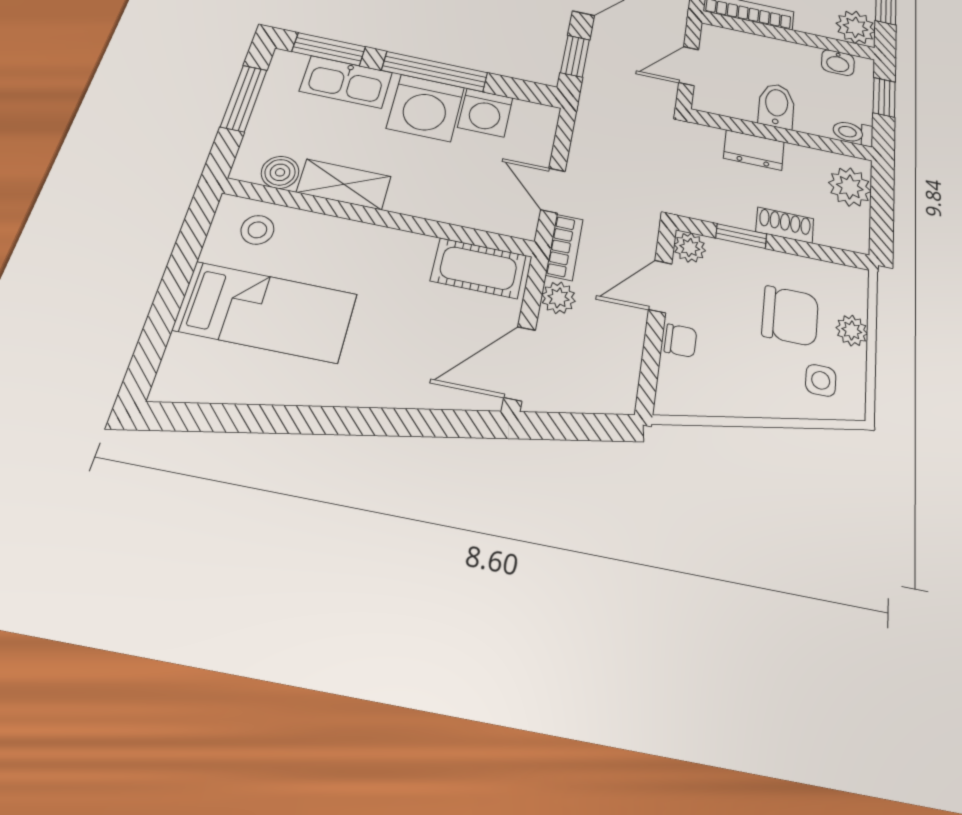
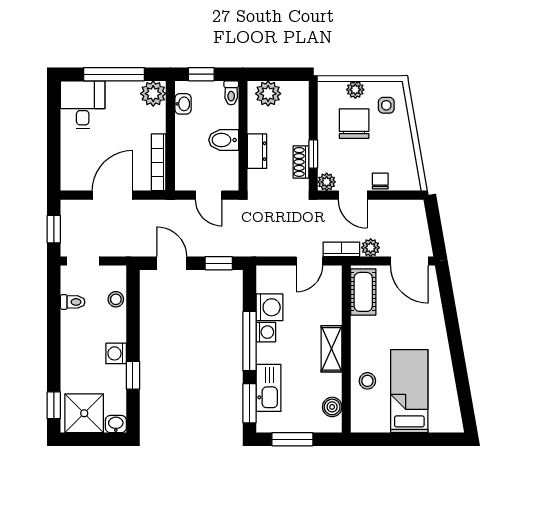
washing machine: (426, 108) -> (266, 332), width x0.53, depth x0.53
shelving: (344, 184) -> (331, 349), moved
shoe rack: (785, 225) -> (301, 162), moved
stool: (257, 230) -> (367, 381), moved

